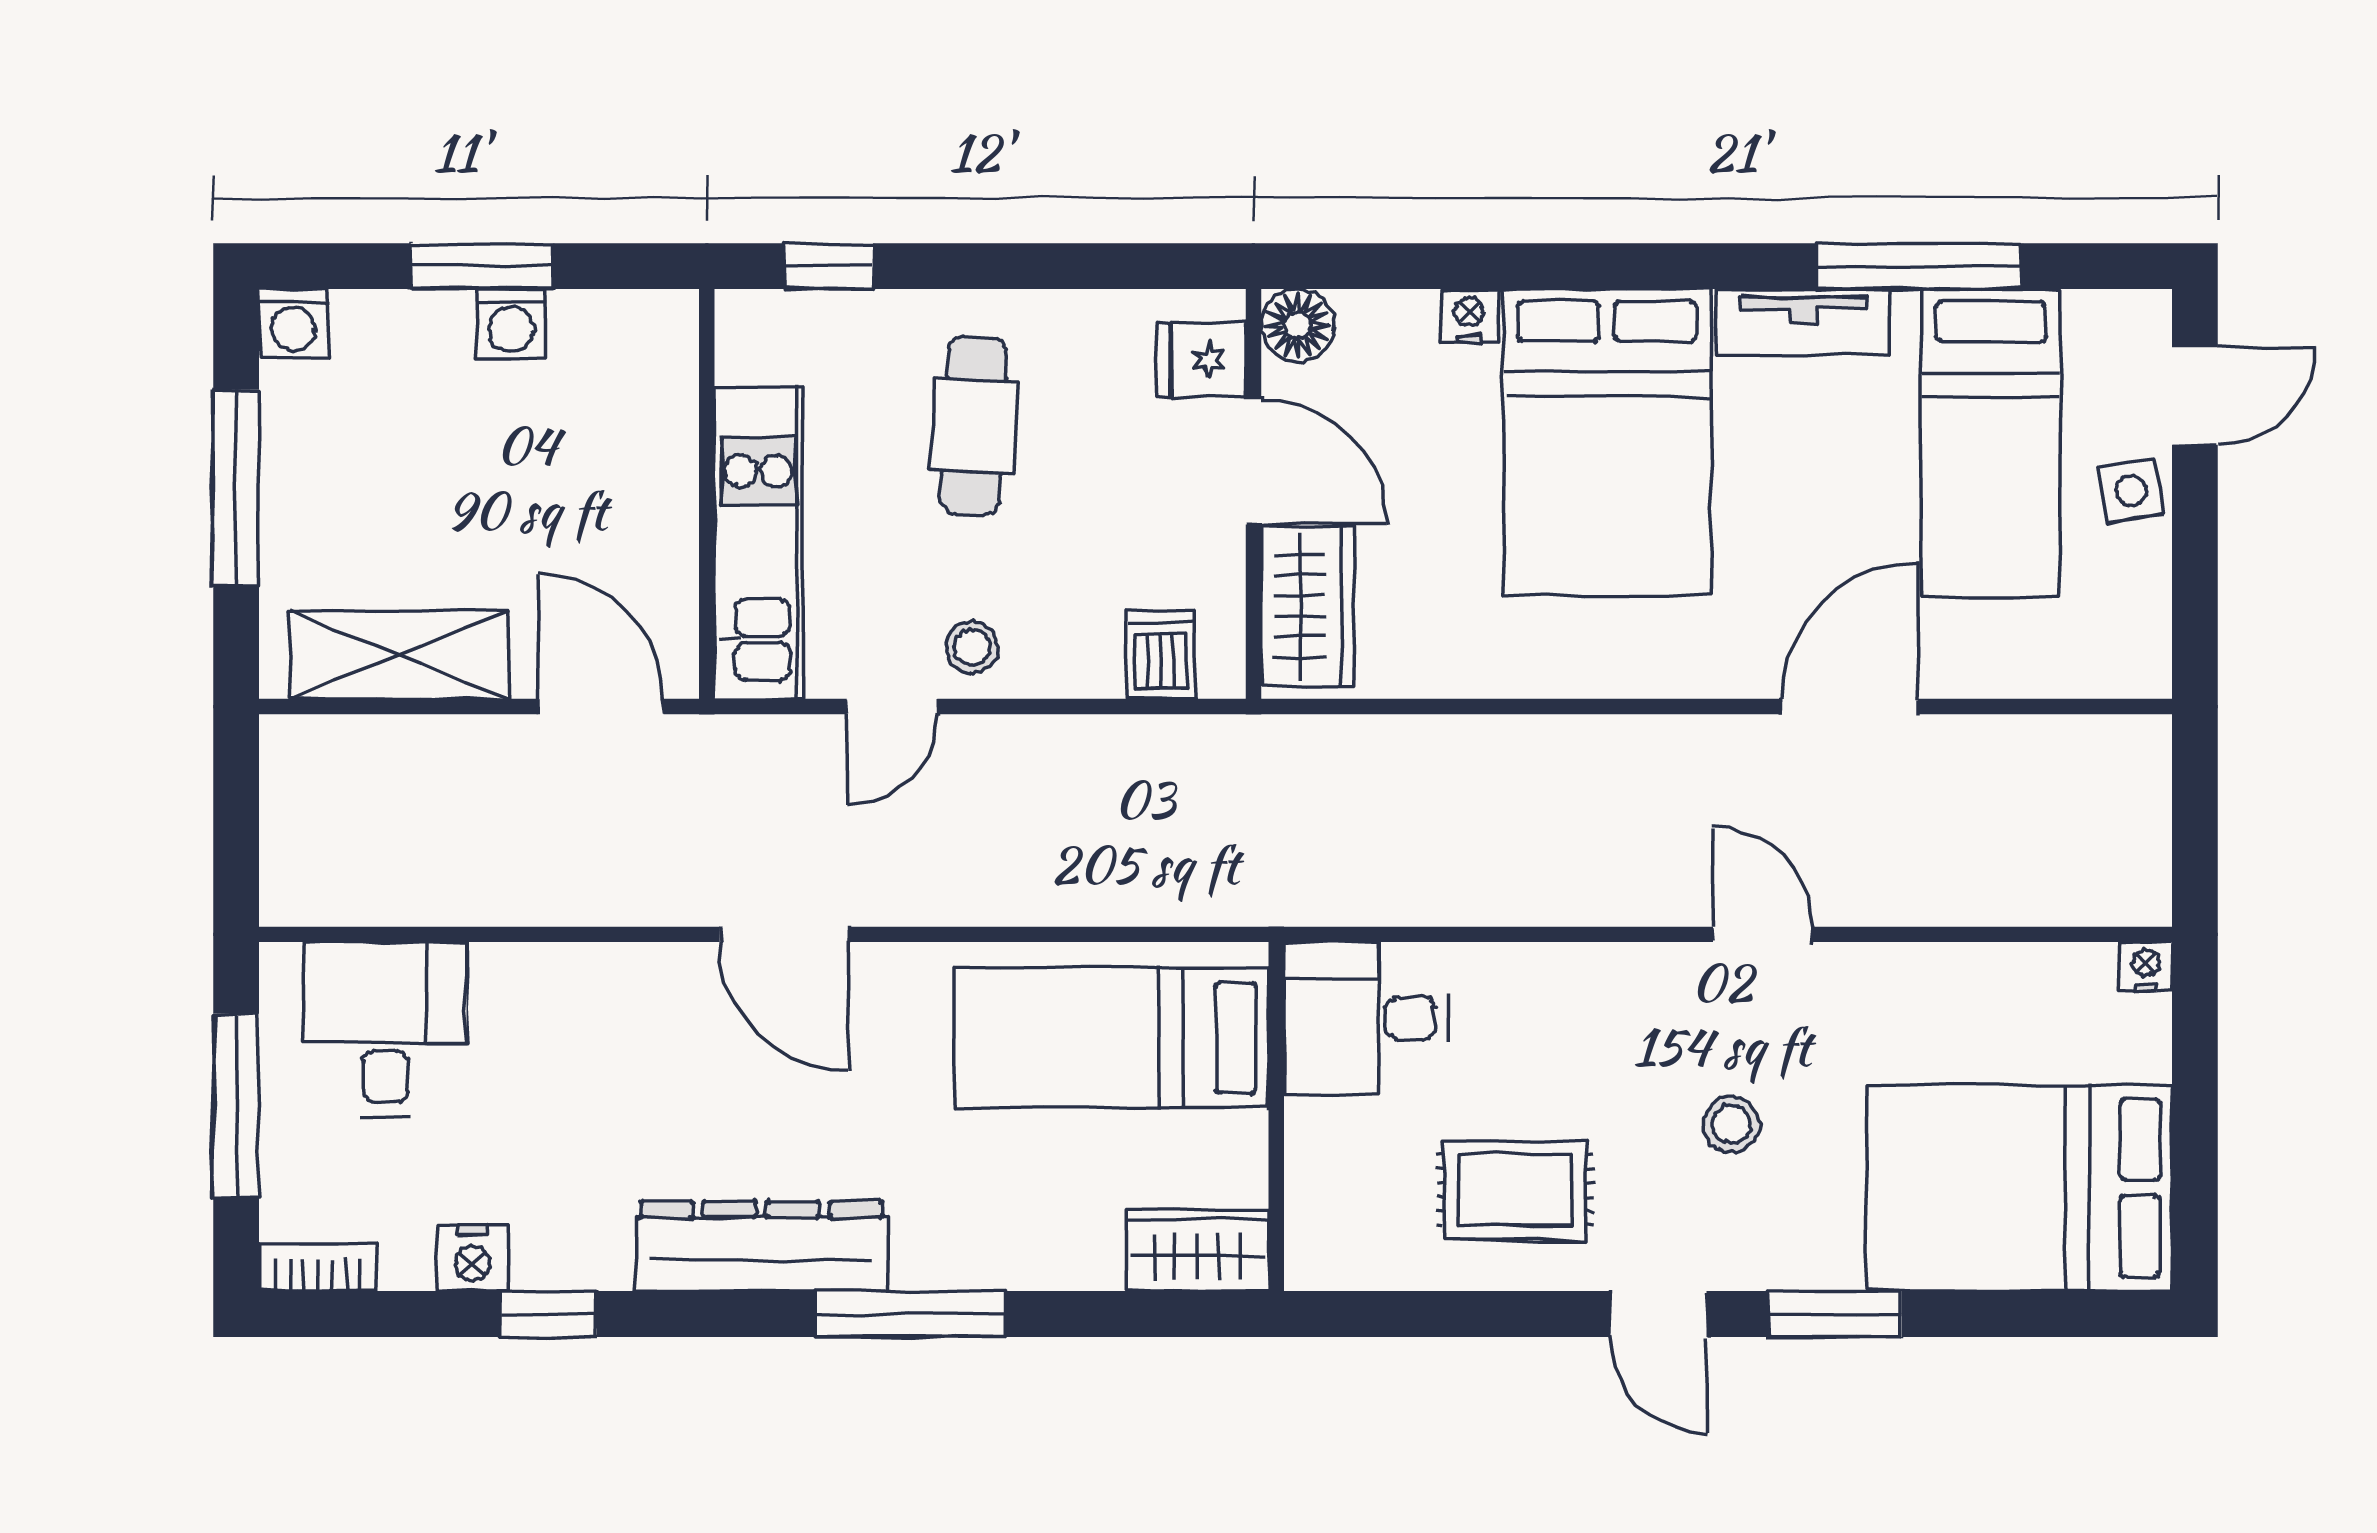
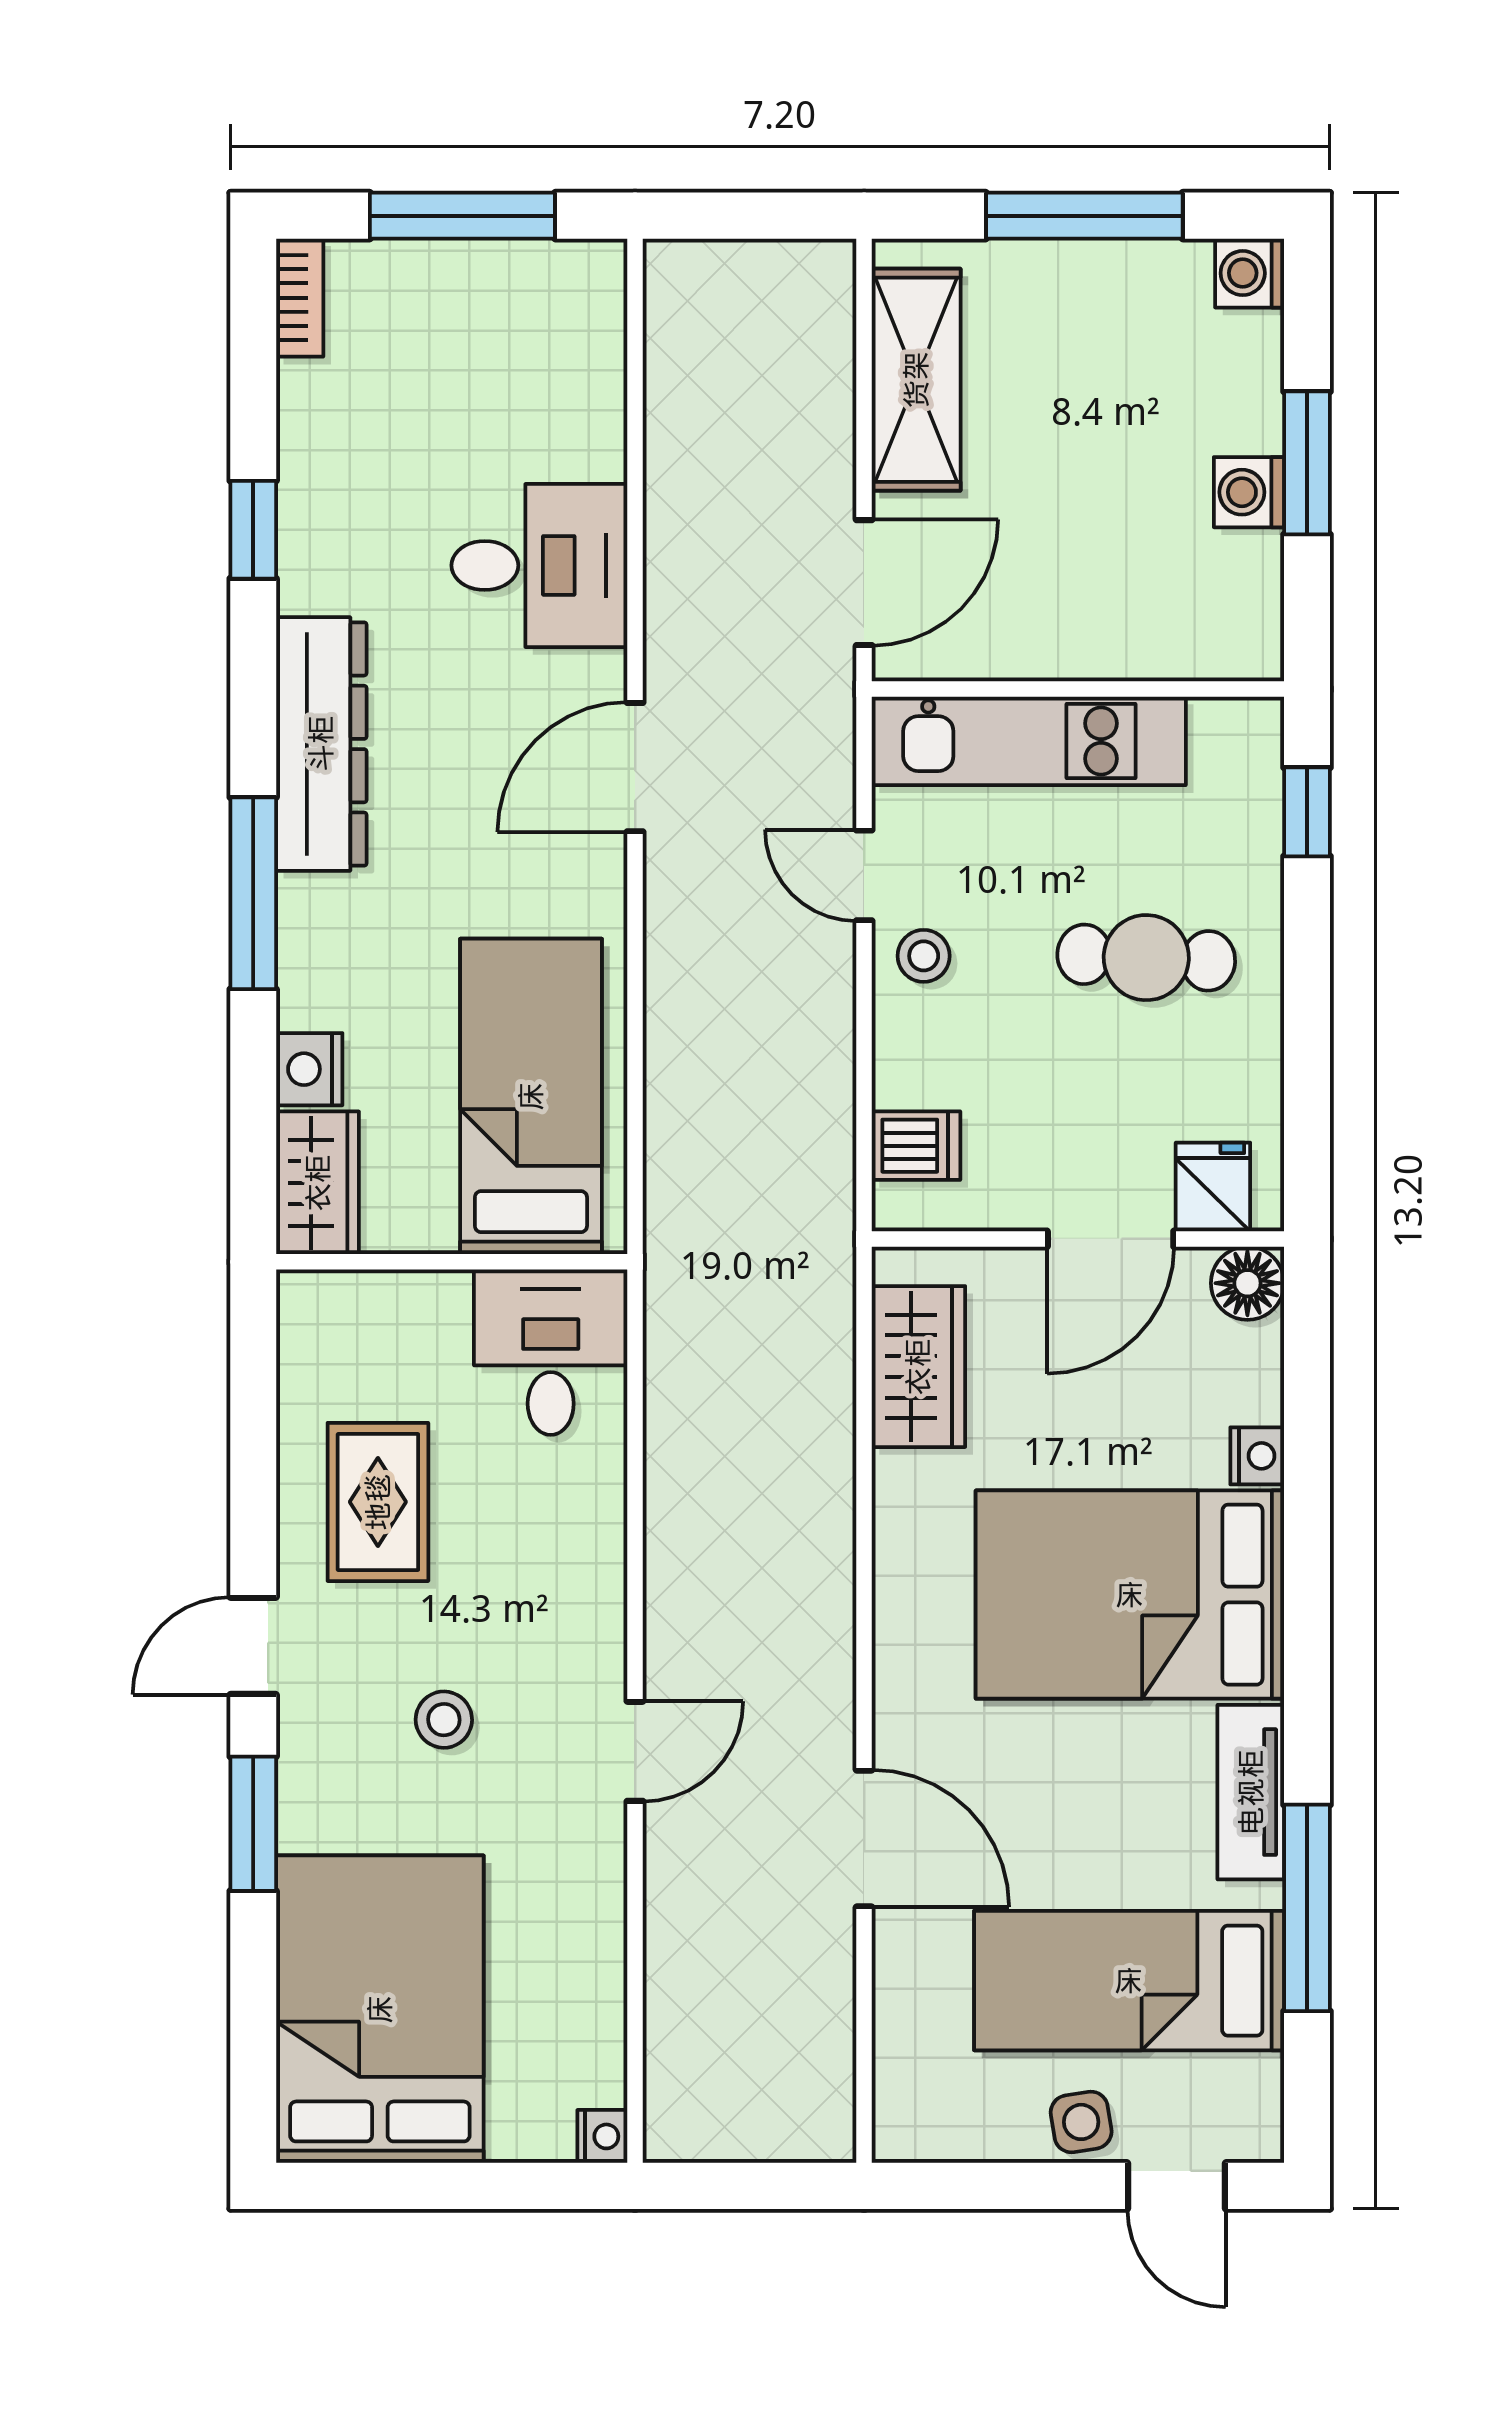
wardrobe: (1307, 606) -> (918, 1367), moved, turned -90
desk: (385, 1029) -> (539, 565), moved
nightstand: (473, 1258) -> (309, 1069), moved

